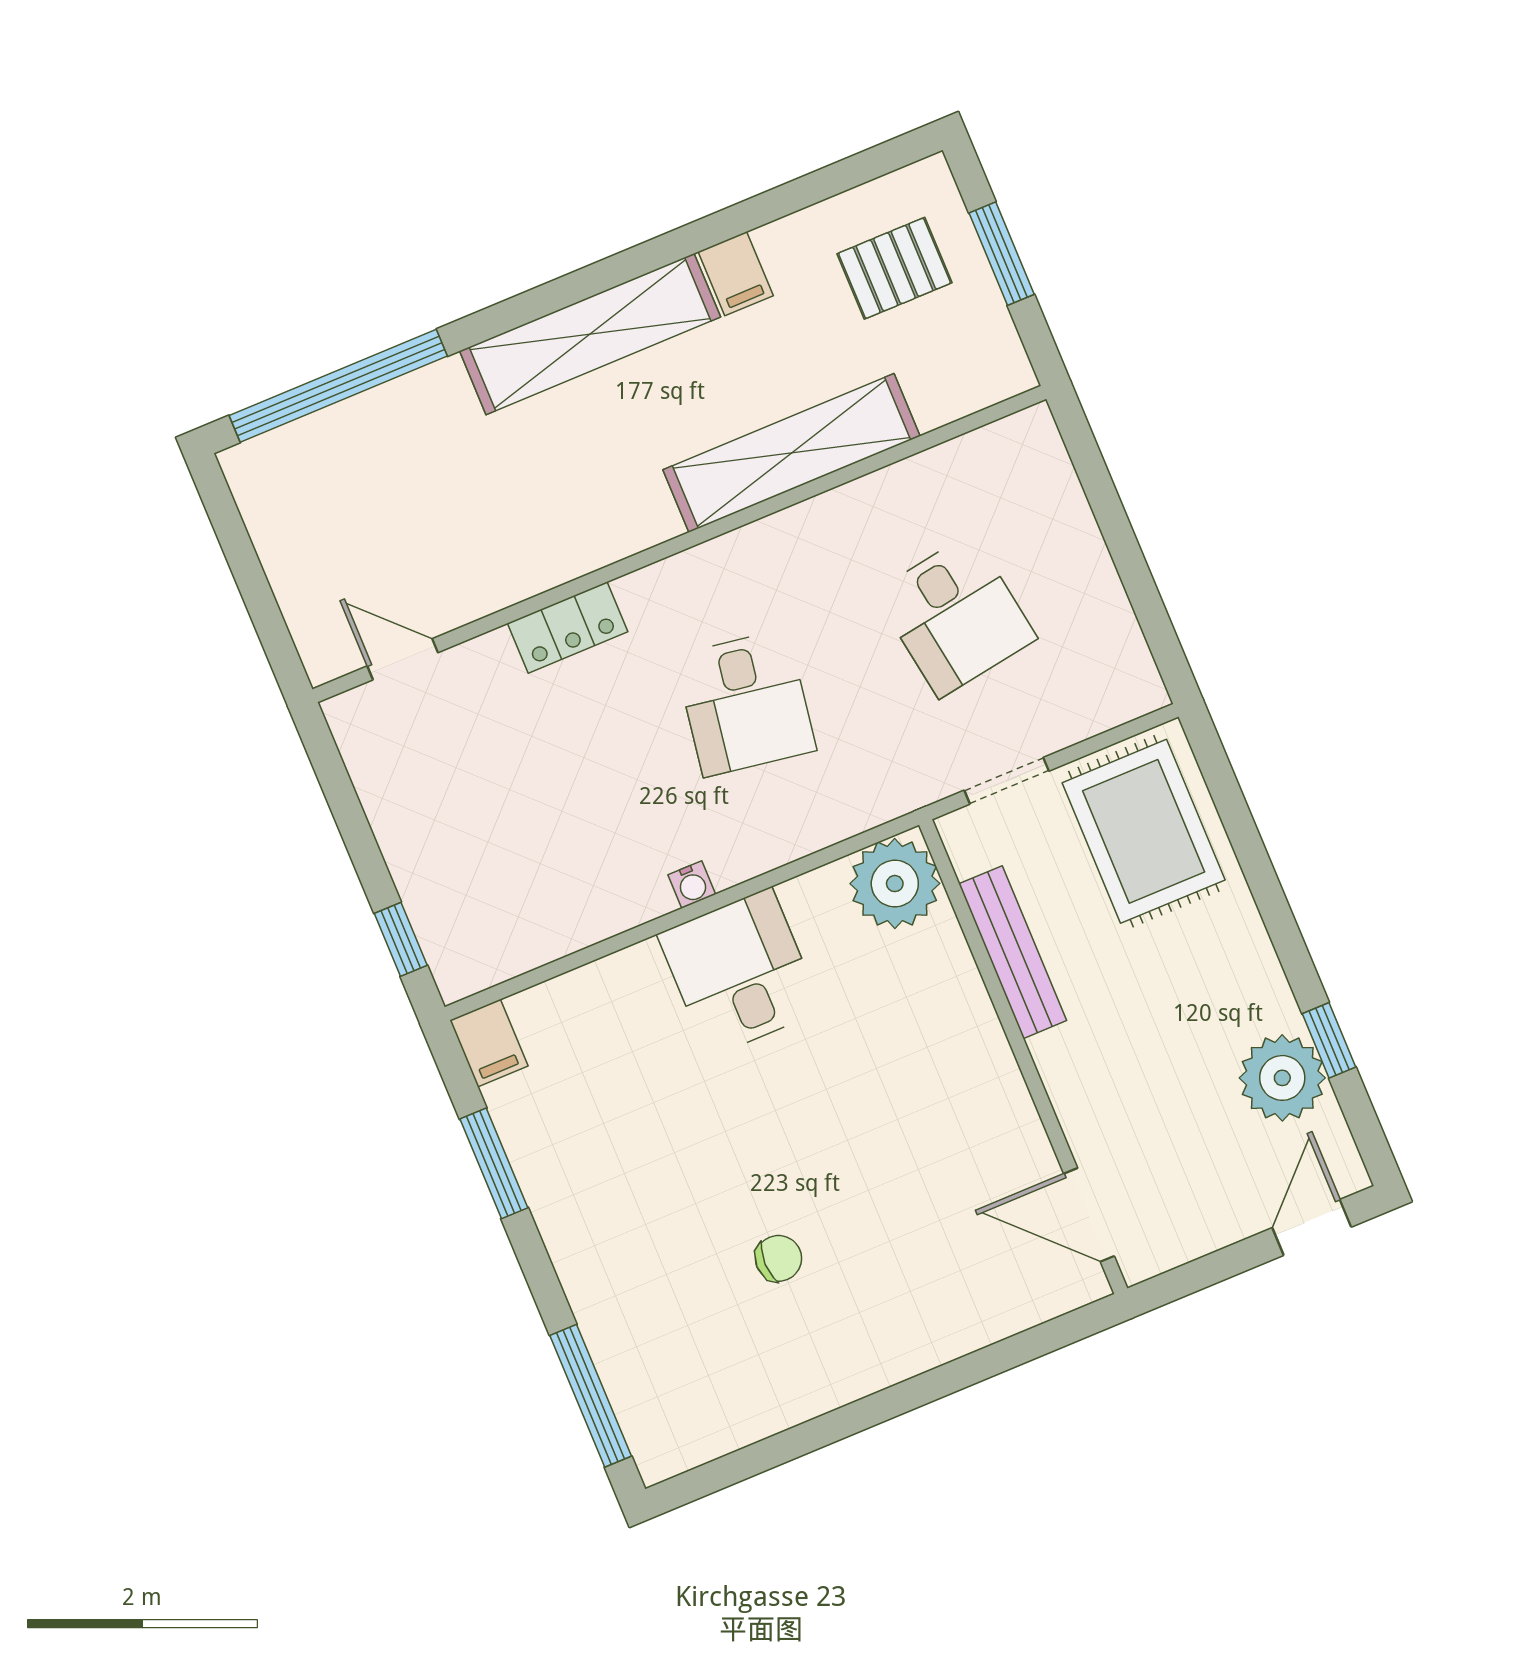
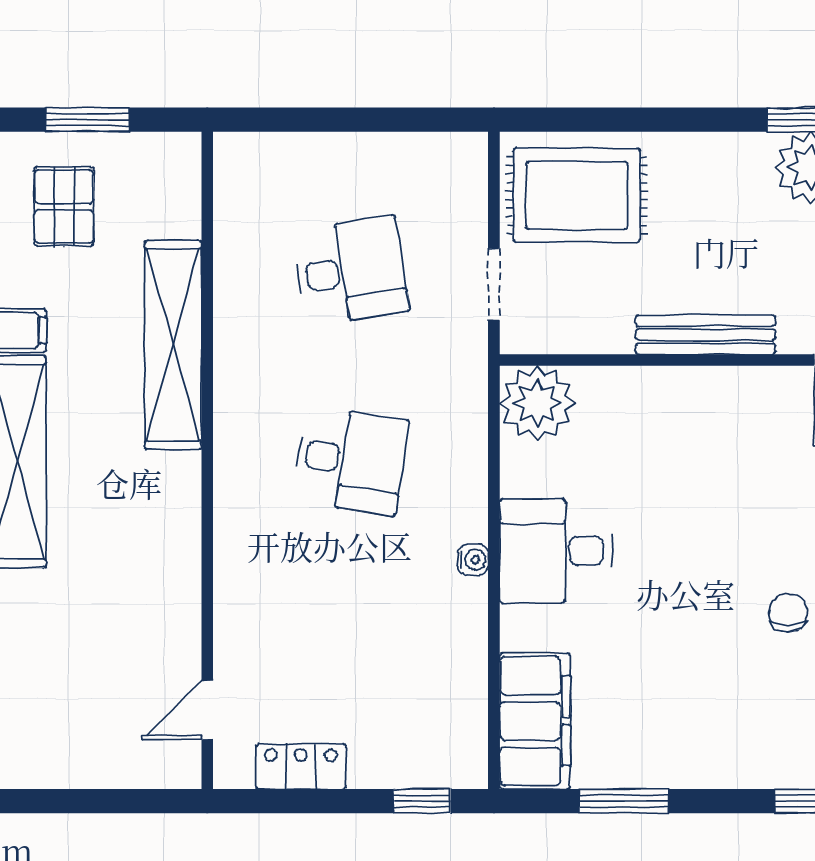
locker: (568, 627) -> (301, 766), moved, turned -90
bench: (1013, 952) -> (705, 335), moved
filing cabinet: (489, 1043) -> (535, 721), width x3.00, depth x1.17

